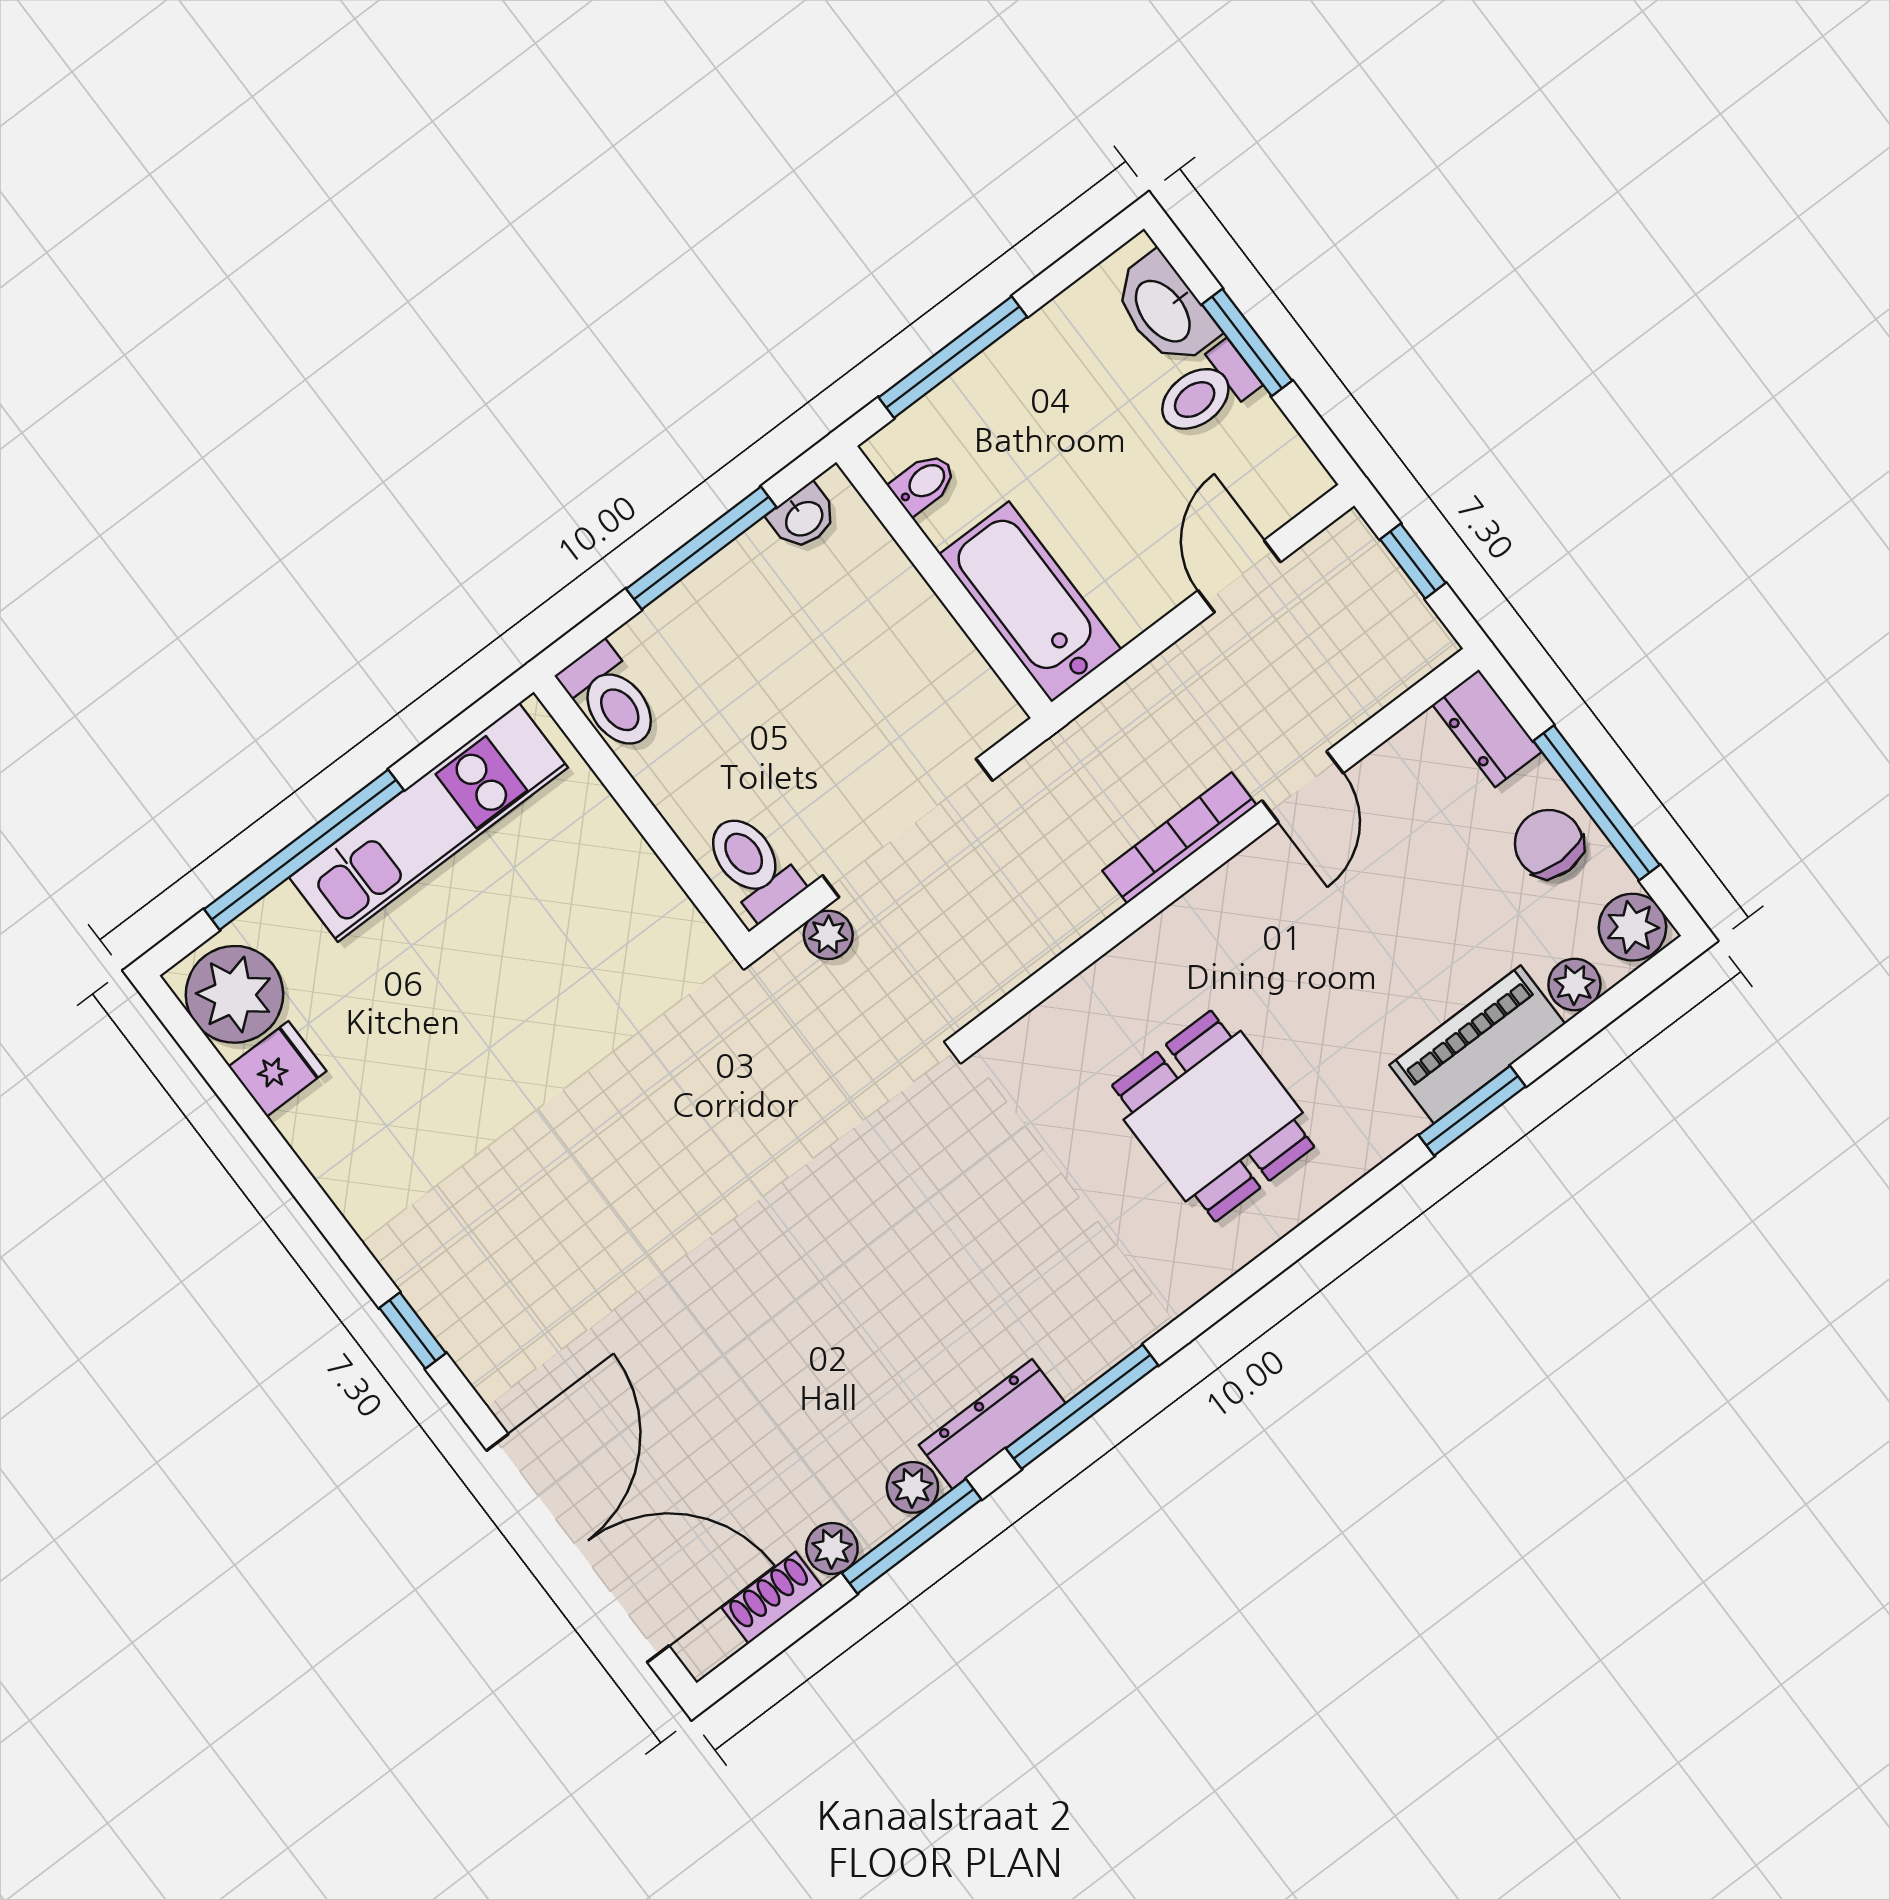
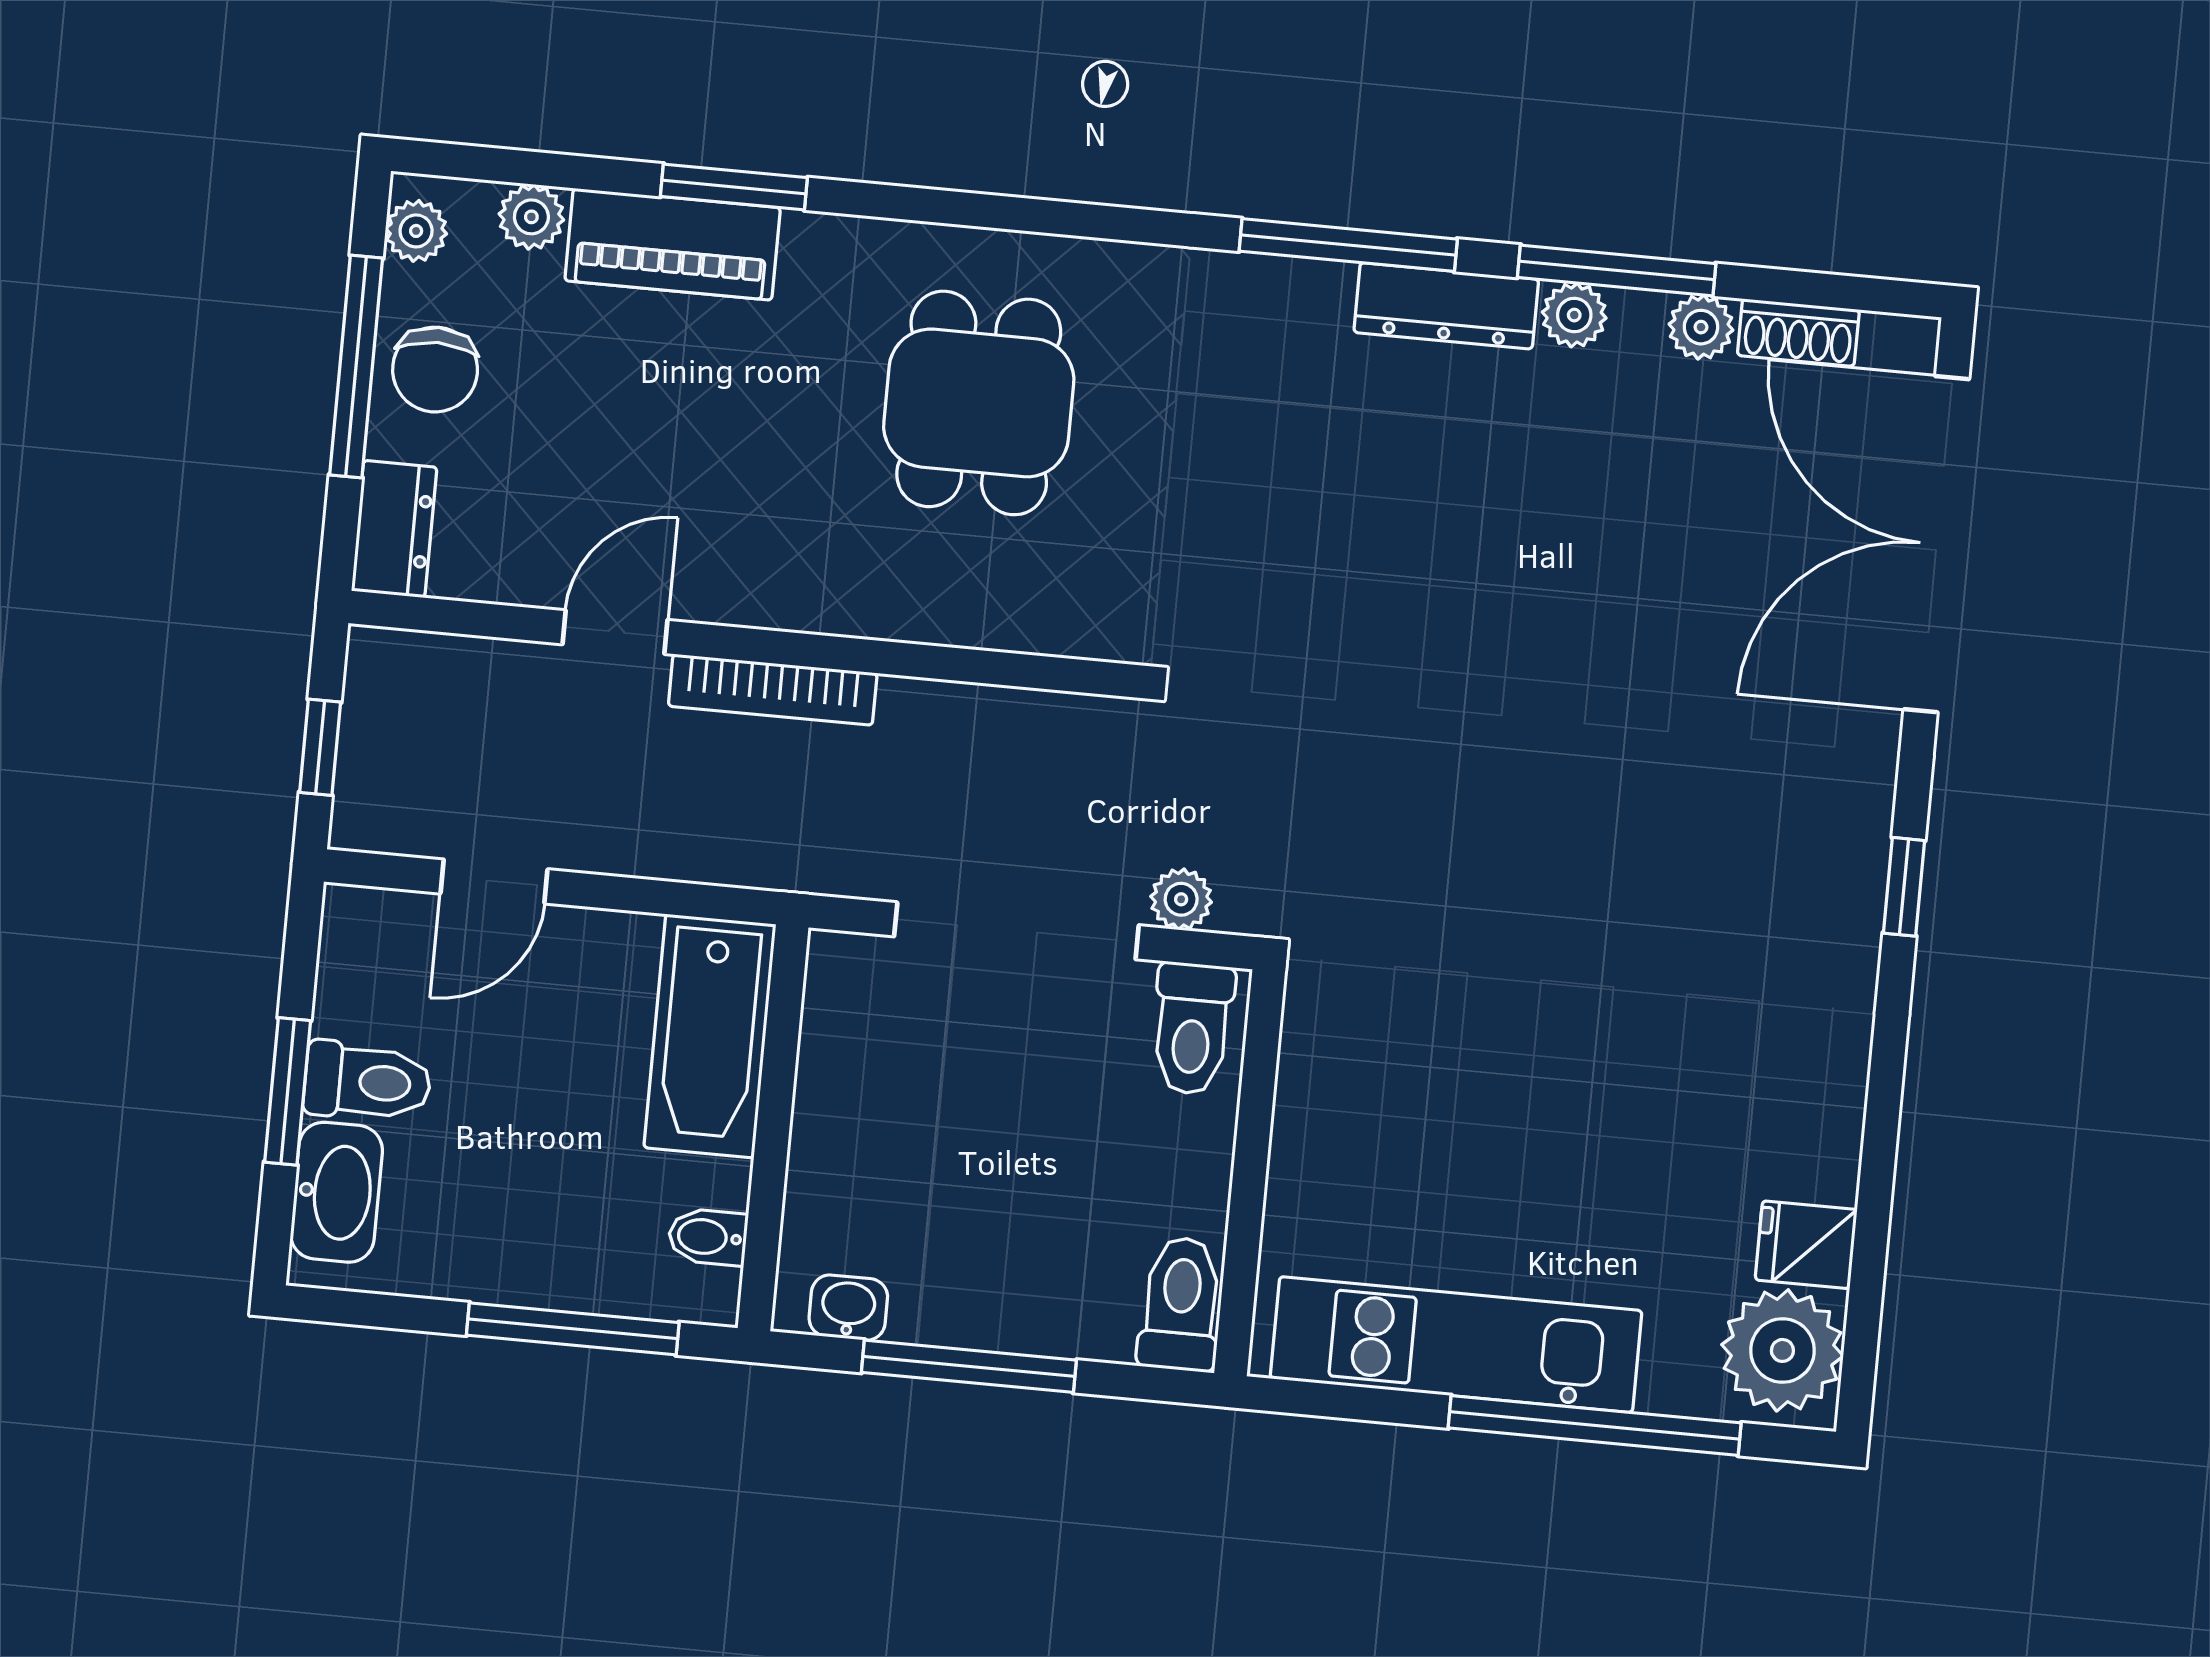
plant: (1632, 927) -> (416, 231), width x0.73, depth x0.73

